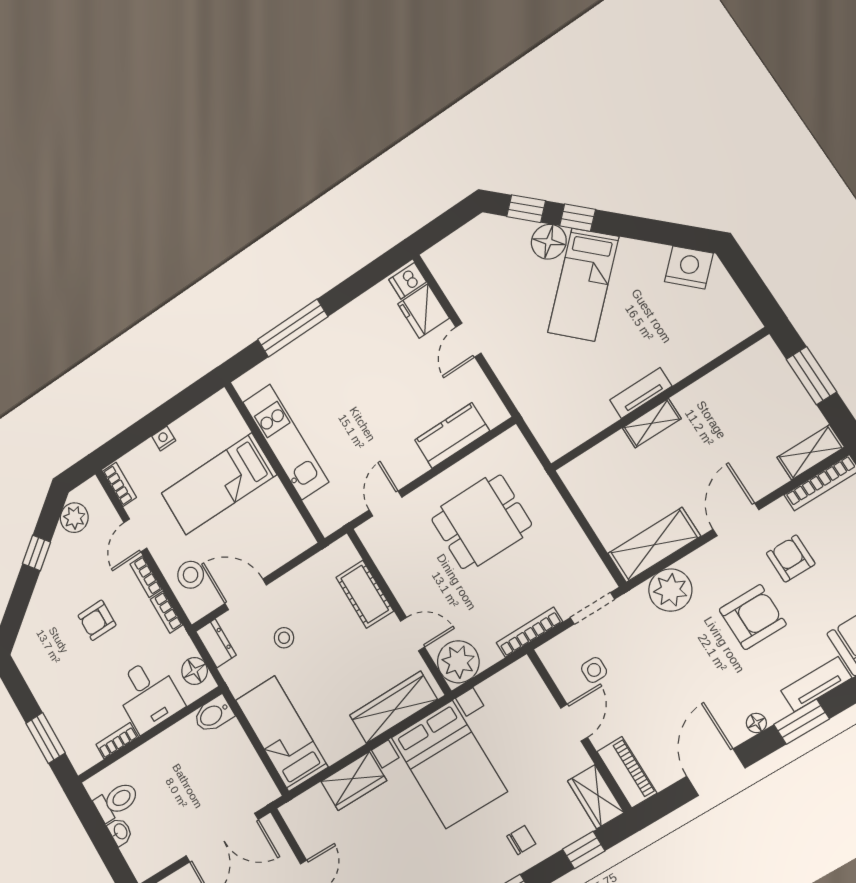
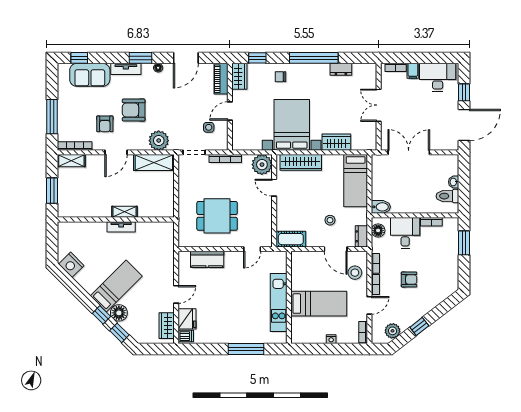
wardrobe: (451, 276) -> (167, 326), added
cot: (365, 594) -> (291, 239), moved, turned 90

